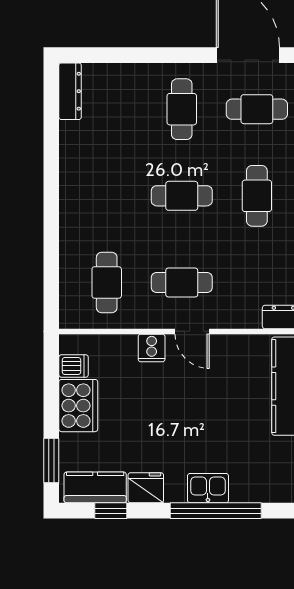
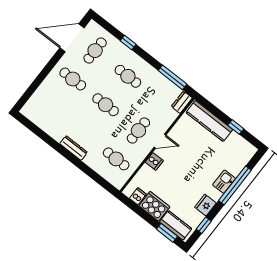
dresser: (70, 91) -> (74, 148), moved
cafe table: (182, 196) -> (106, 105), turned 90
kitchen counter: (95, 487) -> (176, 225), moved, turned 90

